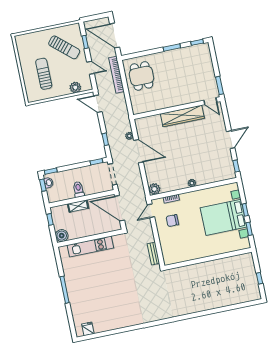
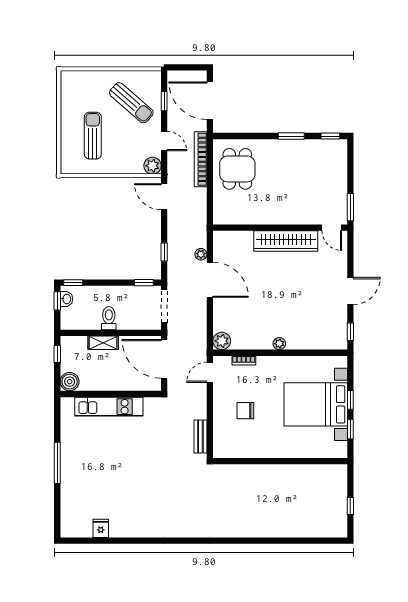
plant: (75, 87) -> (152, 166), moved
chair: (172, 221) -> (245, 411), moved
fridge: (88, 329) -> (101, 528), moved

